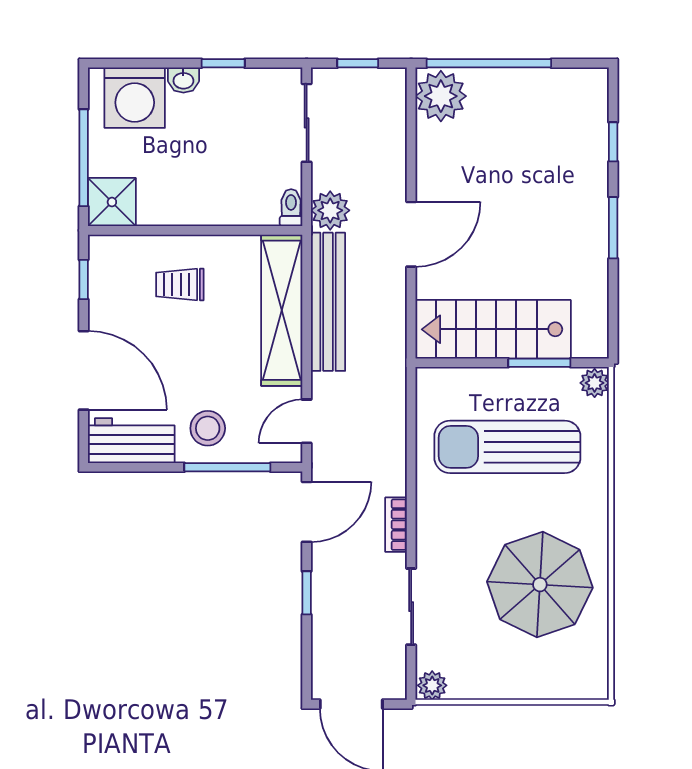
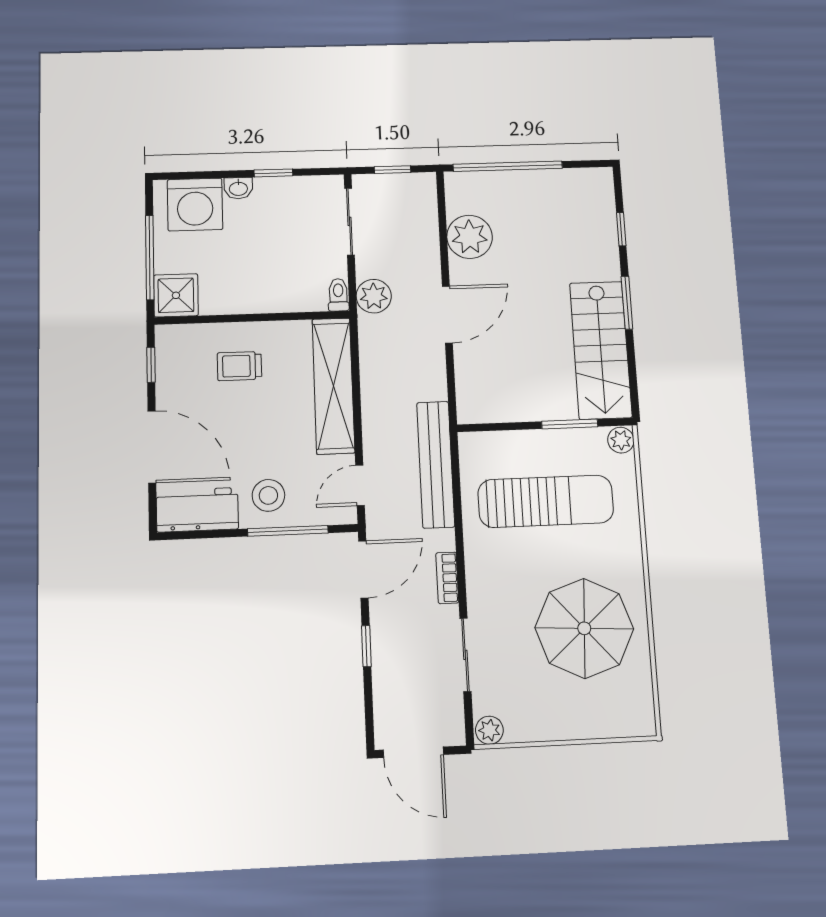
plant: (441, 96) -> (470, 237), moved
bench: (328, 302) -> (436, 464), moved
stairs: (493, 329) -> (601, 350), moved, turned -90
sun lounger: (507, 447) -> (546, 501), turned 180

